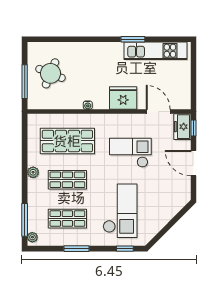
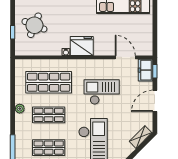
window: (25, 82) -> (13, 32), width x0.46
fridge: (123, 98) -> (82, 46), moved
door: (194, 163) -> (155, 101), hinge flipped
shelving: (176, 206) -> (141, 137), added

